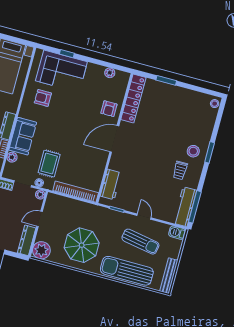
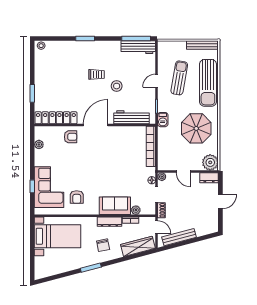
door: (114, 139) -> (96, 125), swing flipped
stool: (193, 151) -> (117, 86), moved
rug: (49, 164) -> (133, 176), removed
trolley: (180, 170) -> (97, 74), moved
workbench: (111, 185) -> (132, 117), width x1.38
barbecue: (177, 233) -> (163, 120), moved
dresser: (27, 240) -> (209, 178), width x0.70

